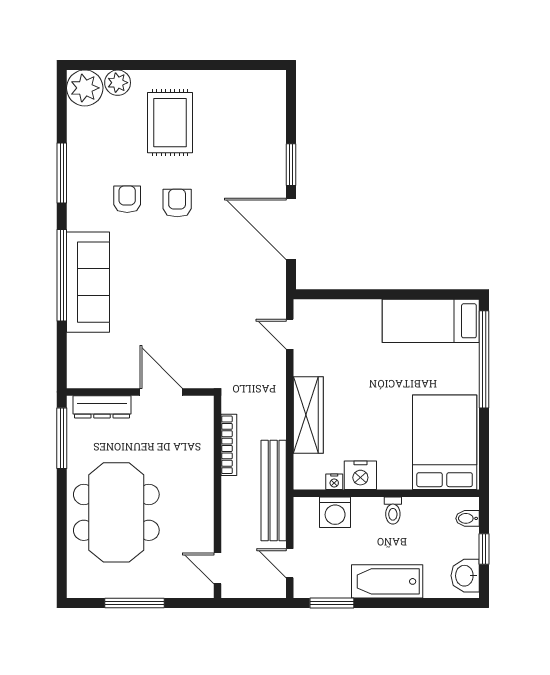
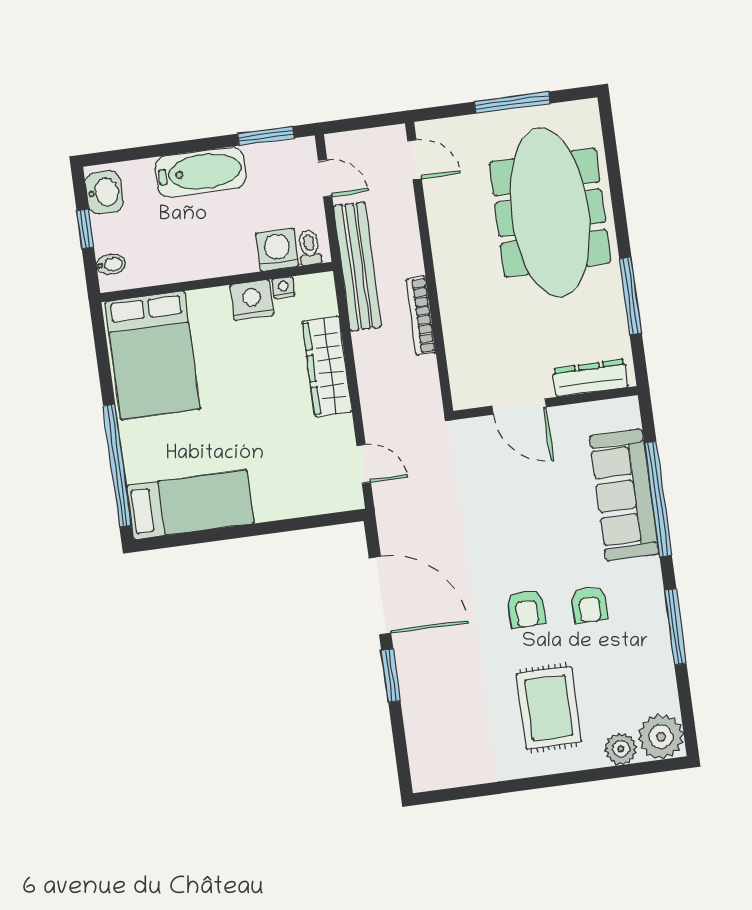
wall: (140, 392) -> (545, 403), moved
door: (161, 392) -> (519, 407), moved
dresser: (102, 407) -> (591, 378), moved
toilet: (393, 510) -> (309, 247), moved
meeting table: (116, 512) -> (550, 213), width x1.36

